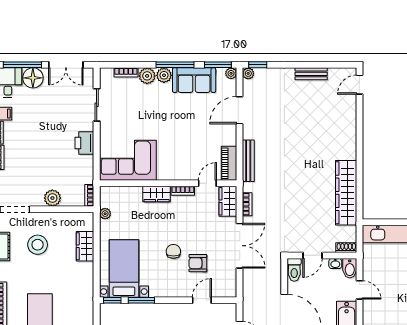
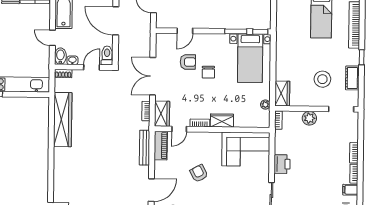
armchair: (183, 131) -> (199, 173), added
wardrobe: (85, 246) -> (282, 93), moved

